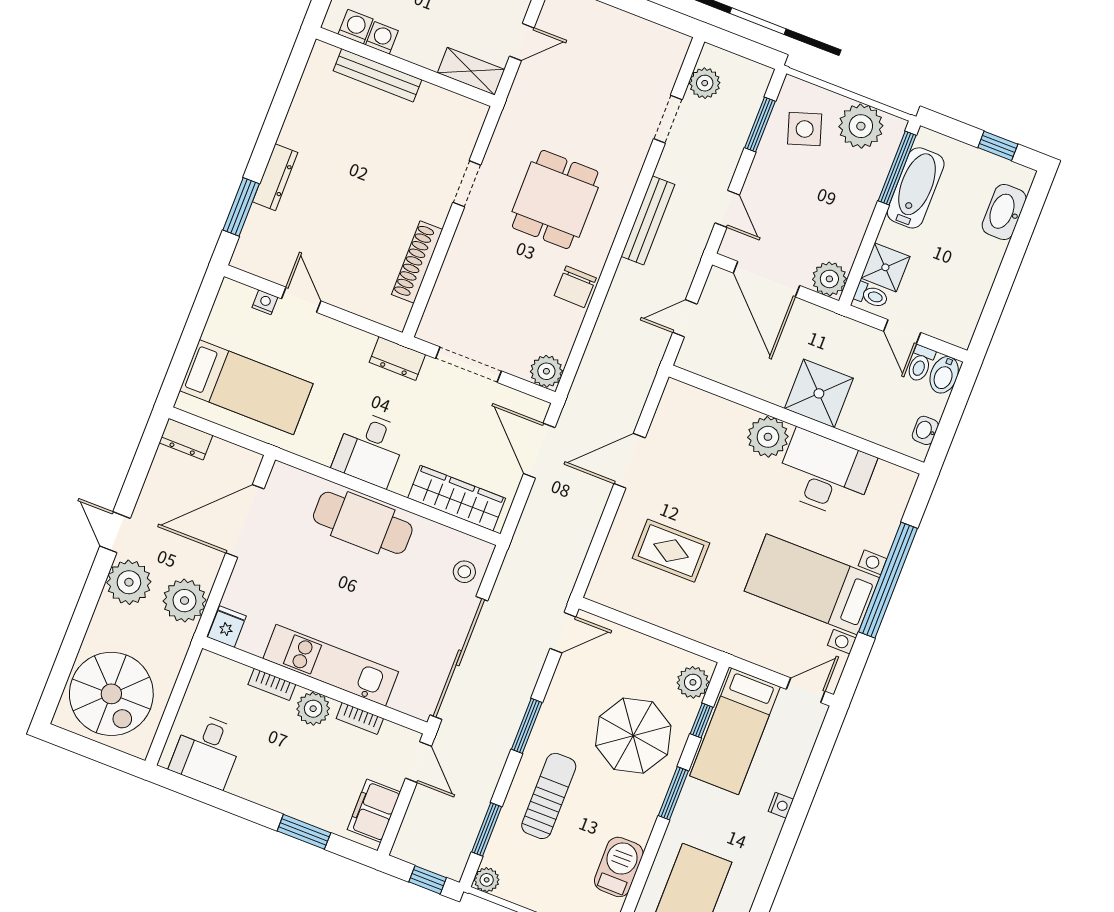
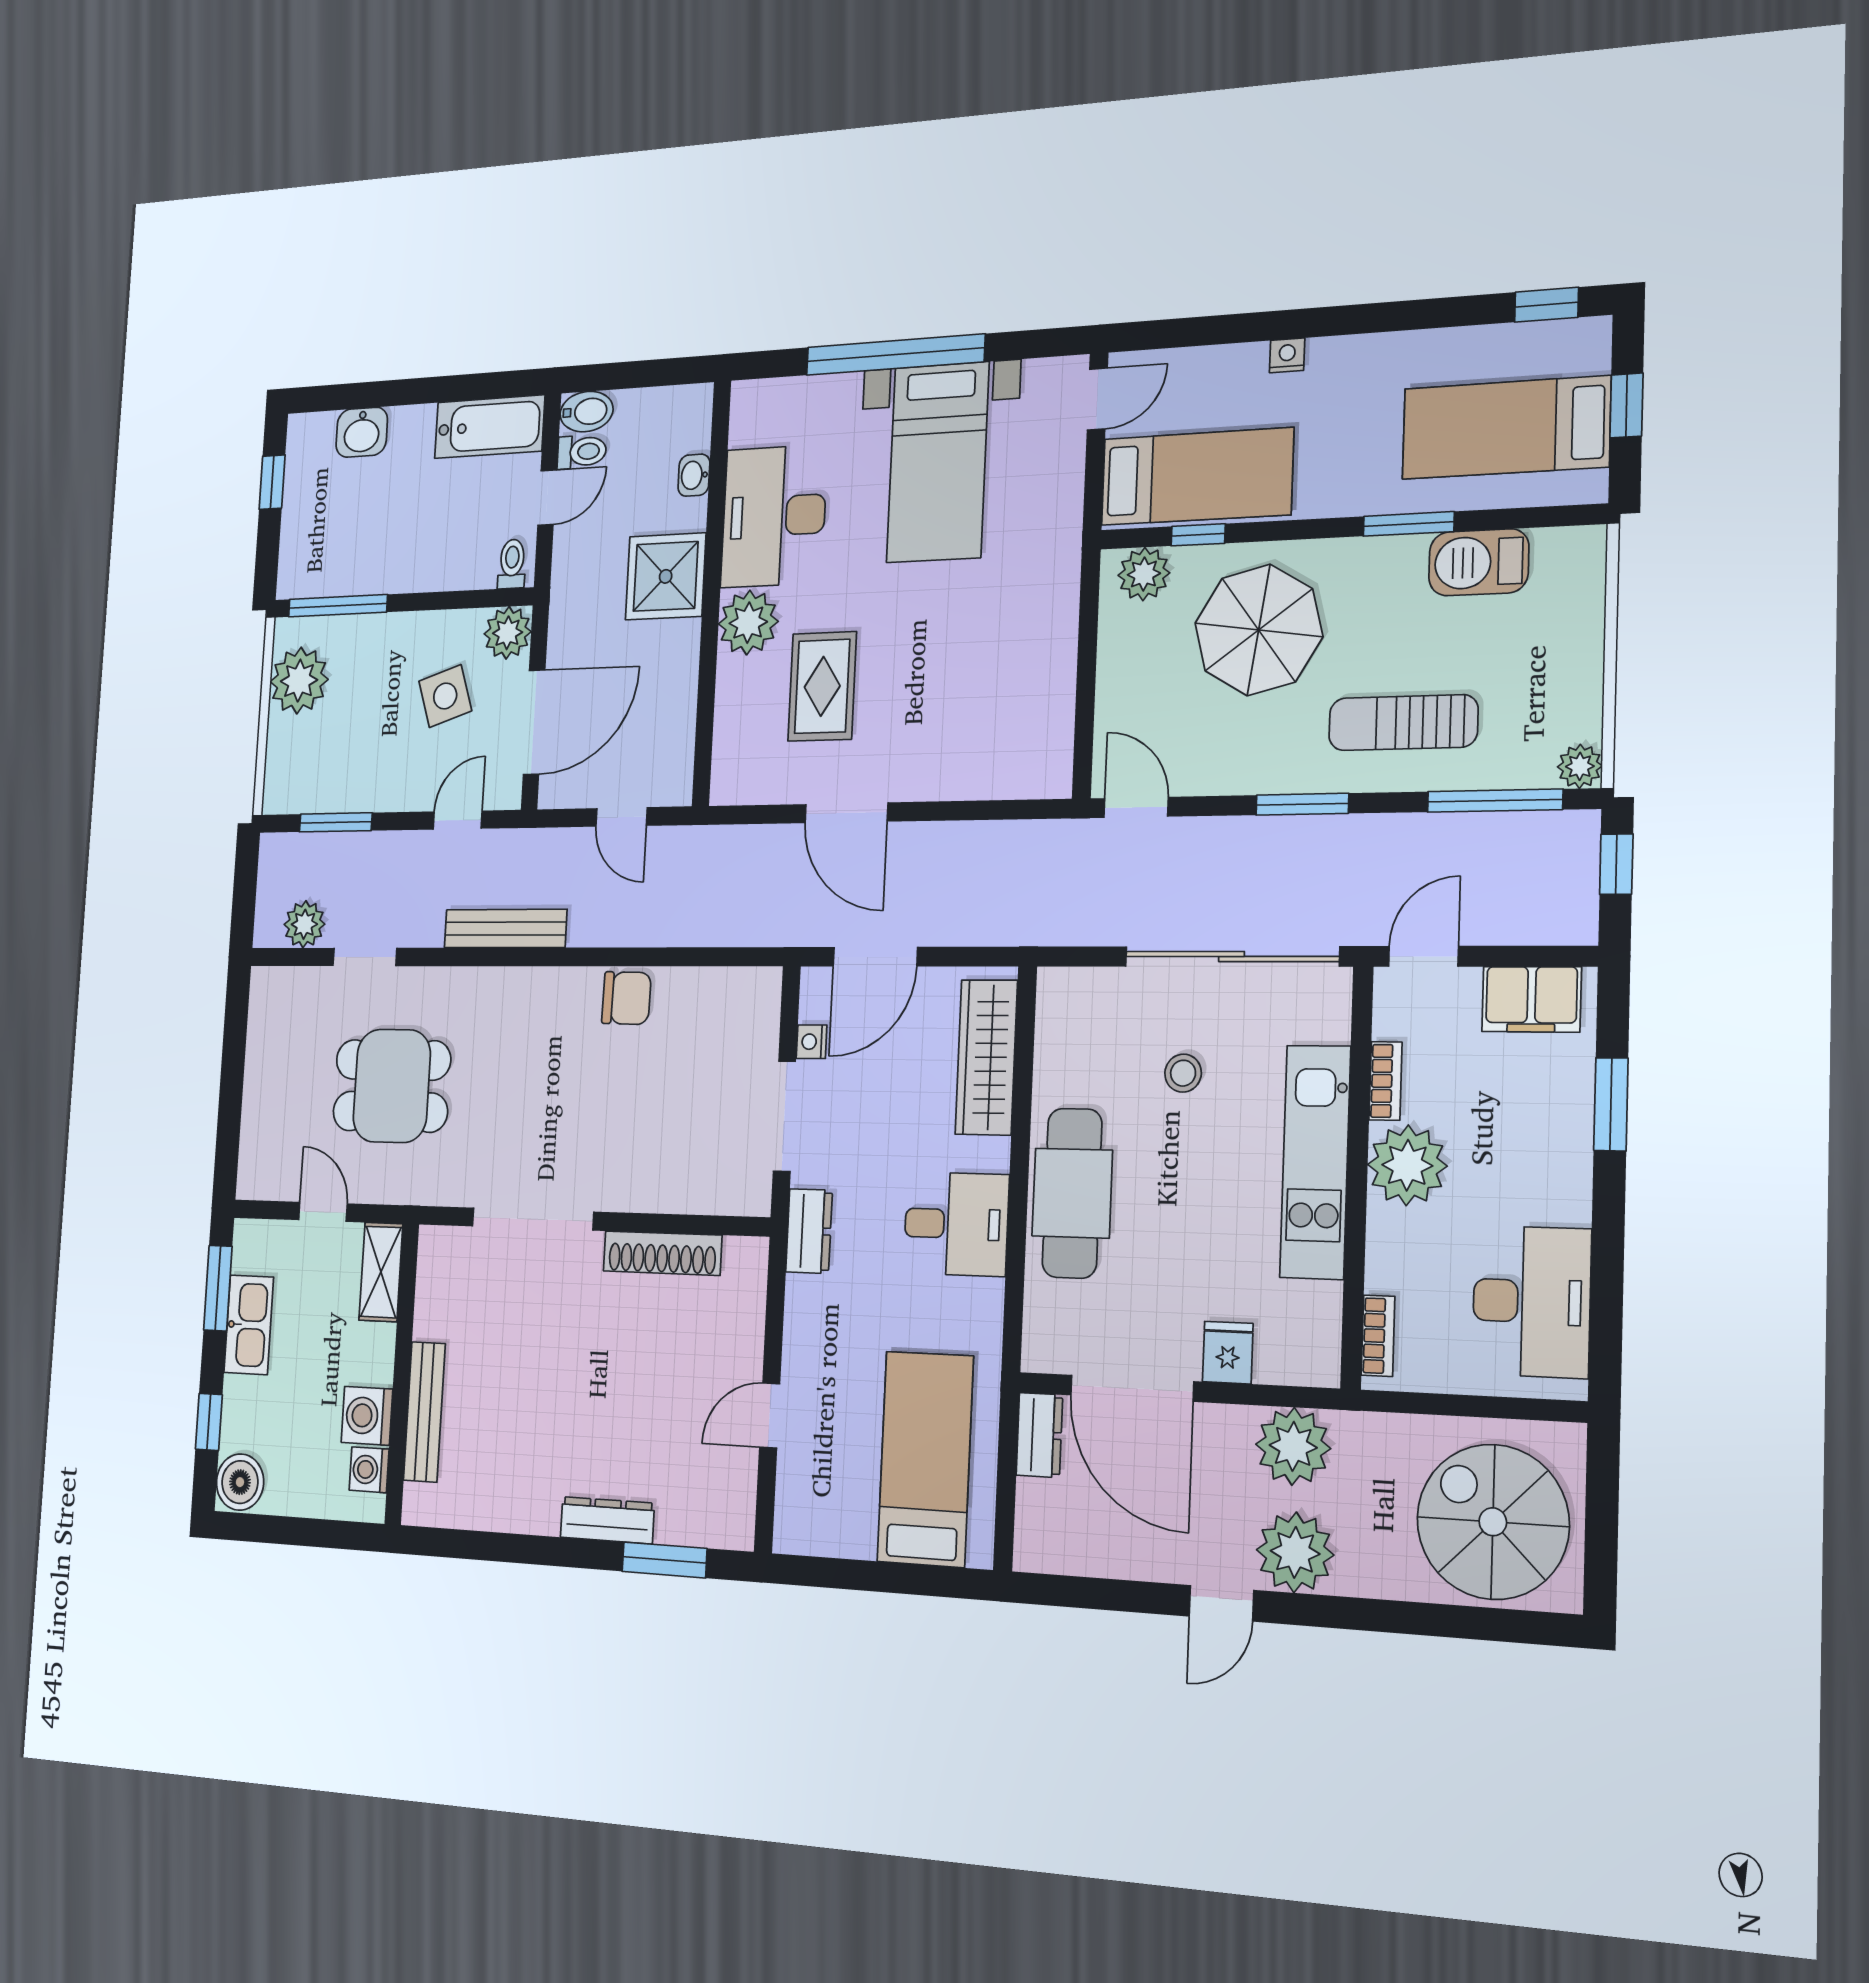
washing machine: (382, 38) -> (367, 1416), width x1.38, depth x1.38
side table: (805, 129) -> (445, 696), moved
doorway: (467, 184) -> (533, 1219), width x1.87
bathtub: (916, 188) -> (490, 427), moved, turned 180
dining table: (555, 199) -> (392, 1086), moved
washbasin: (1004, 212) -> (362, 432), width x0.72
shower: (885, 267) -> (470, 561), removed
nightstand: (265, 302) -> (811, 1042), moved
plant: (546, 371) -> (757, 993), removed
washbasin: (925, 430) -> (694, 475), moved, turned 90
dresser: (186, 439) -> (1039, 1435), moved
rug: (671, 551) -> (822, 686), moved
stool: (464, 572) -> (1183, 1073), moved
fridge: (227, 627) -> (1228, 1353), moved, turned 90
bookcase: (272, 684) -> (1378, 1336), moved
door: (806, 690) -> (1097, 399), swing flipped
spiral stairs: (111, 694) -> (1493, 1522), turned -90
plant: (313, 709) -> (1407, 1165), width x1.36, depth x1.36
desk: (207, 750) -> (1532, 1301), width x1.37
window: (673, 793) -> (1409, 524), moved
window: (487, 829) -> (1495, 801), width x1.44

